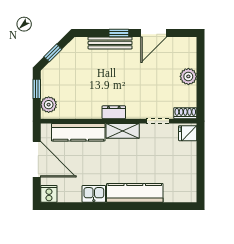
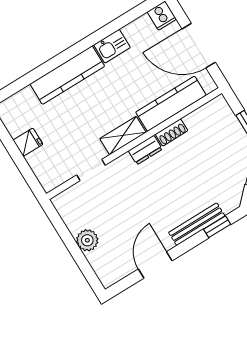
window: (119, 33) -> (217, 227), moved
plant: (49, 105) -> (223, 114), removed
shoe rack: (185, 113) -> (172, 132), moved
fridge: (188, 133) -> (28, 142), moved

